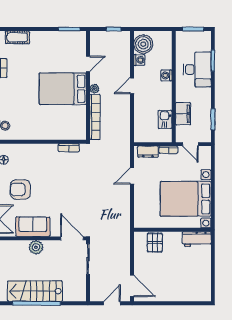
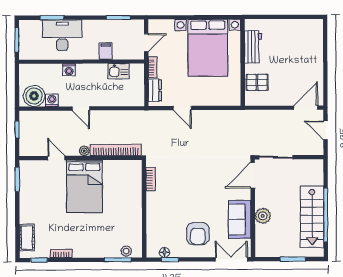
filing cabinet: (183, 114) -> (106, 51), width x0.50
workbench: (197, 239) -> (253, 47), moved

